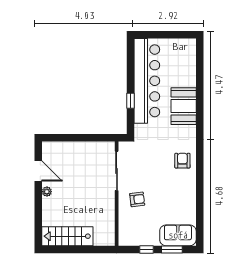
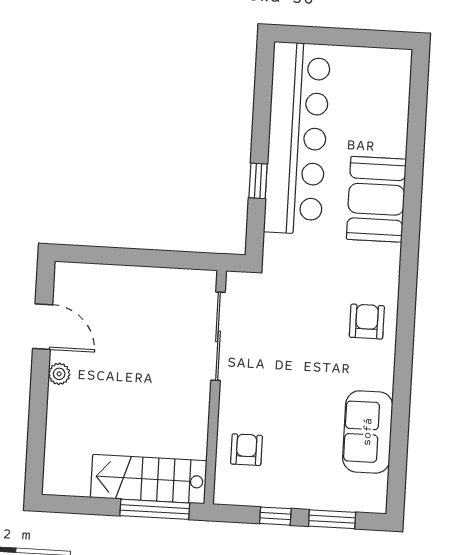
armchair: (137, 199) -> (246, 450), moved, turned -83
sofa: (178, 235) -> (368, 432), moved, turned -90
stairs: (67, 236) -> (149, 479), moved
window: (93, 249) -> (155, 509), added

